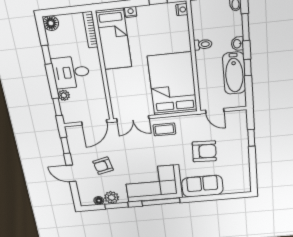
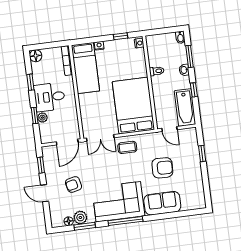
bathtub: (234, 73) -> (185, 107), moved
window: (57, 107) -> (35, 115), moved

